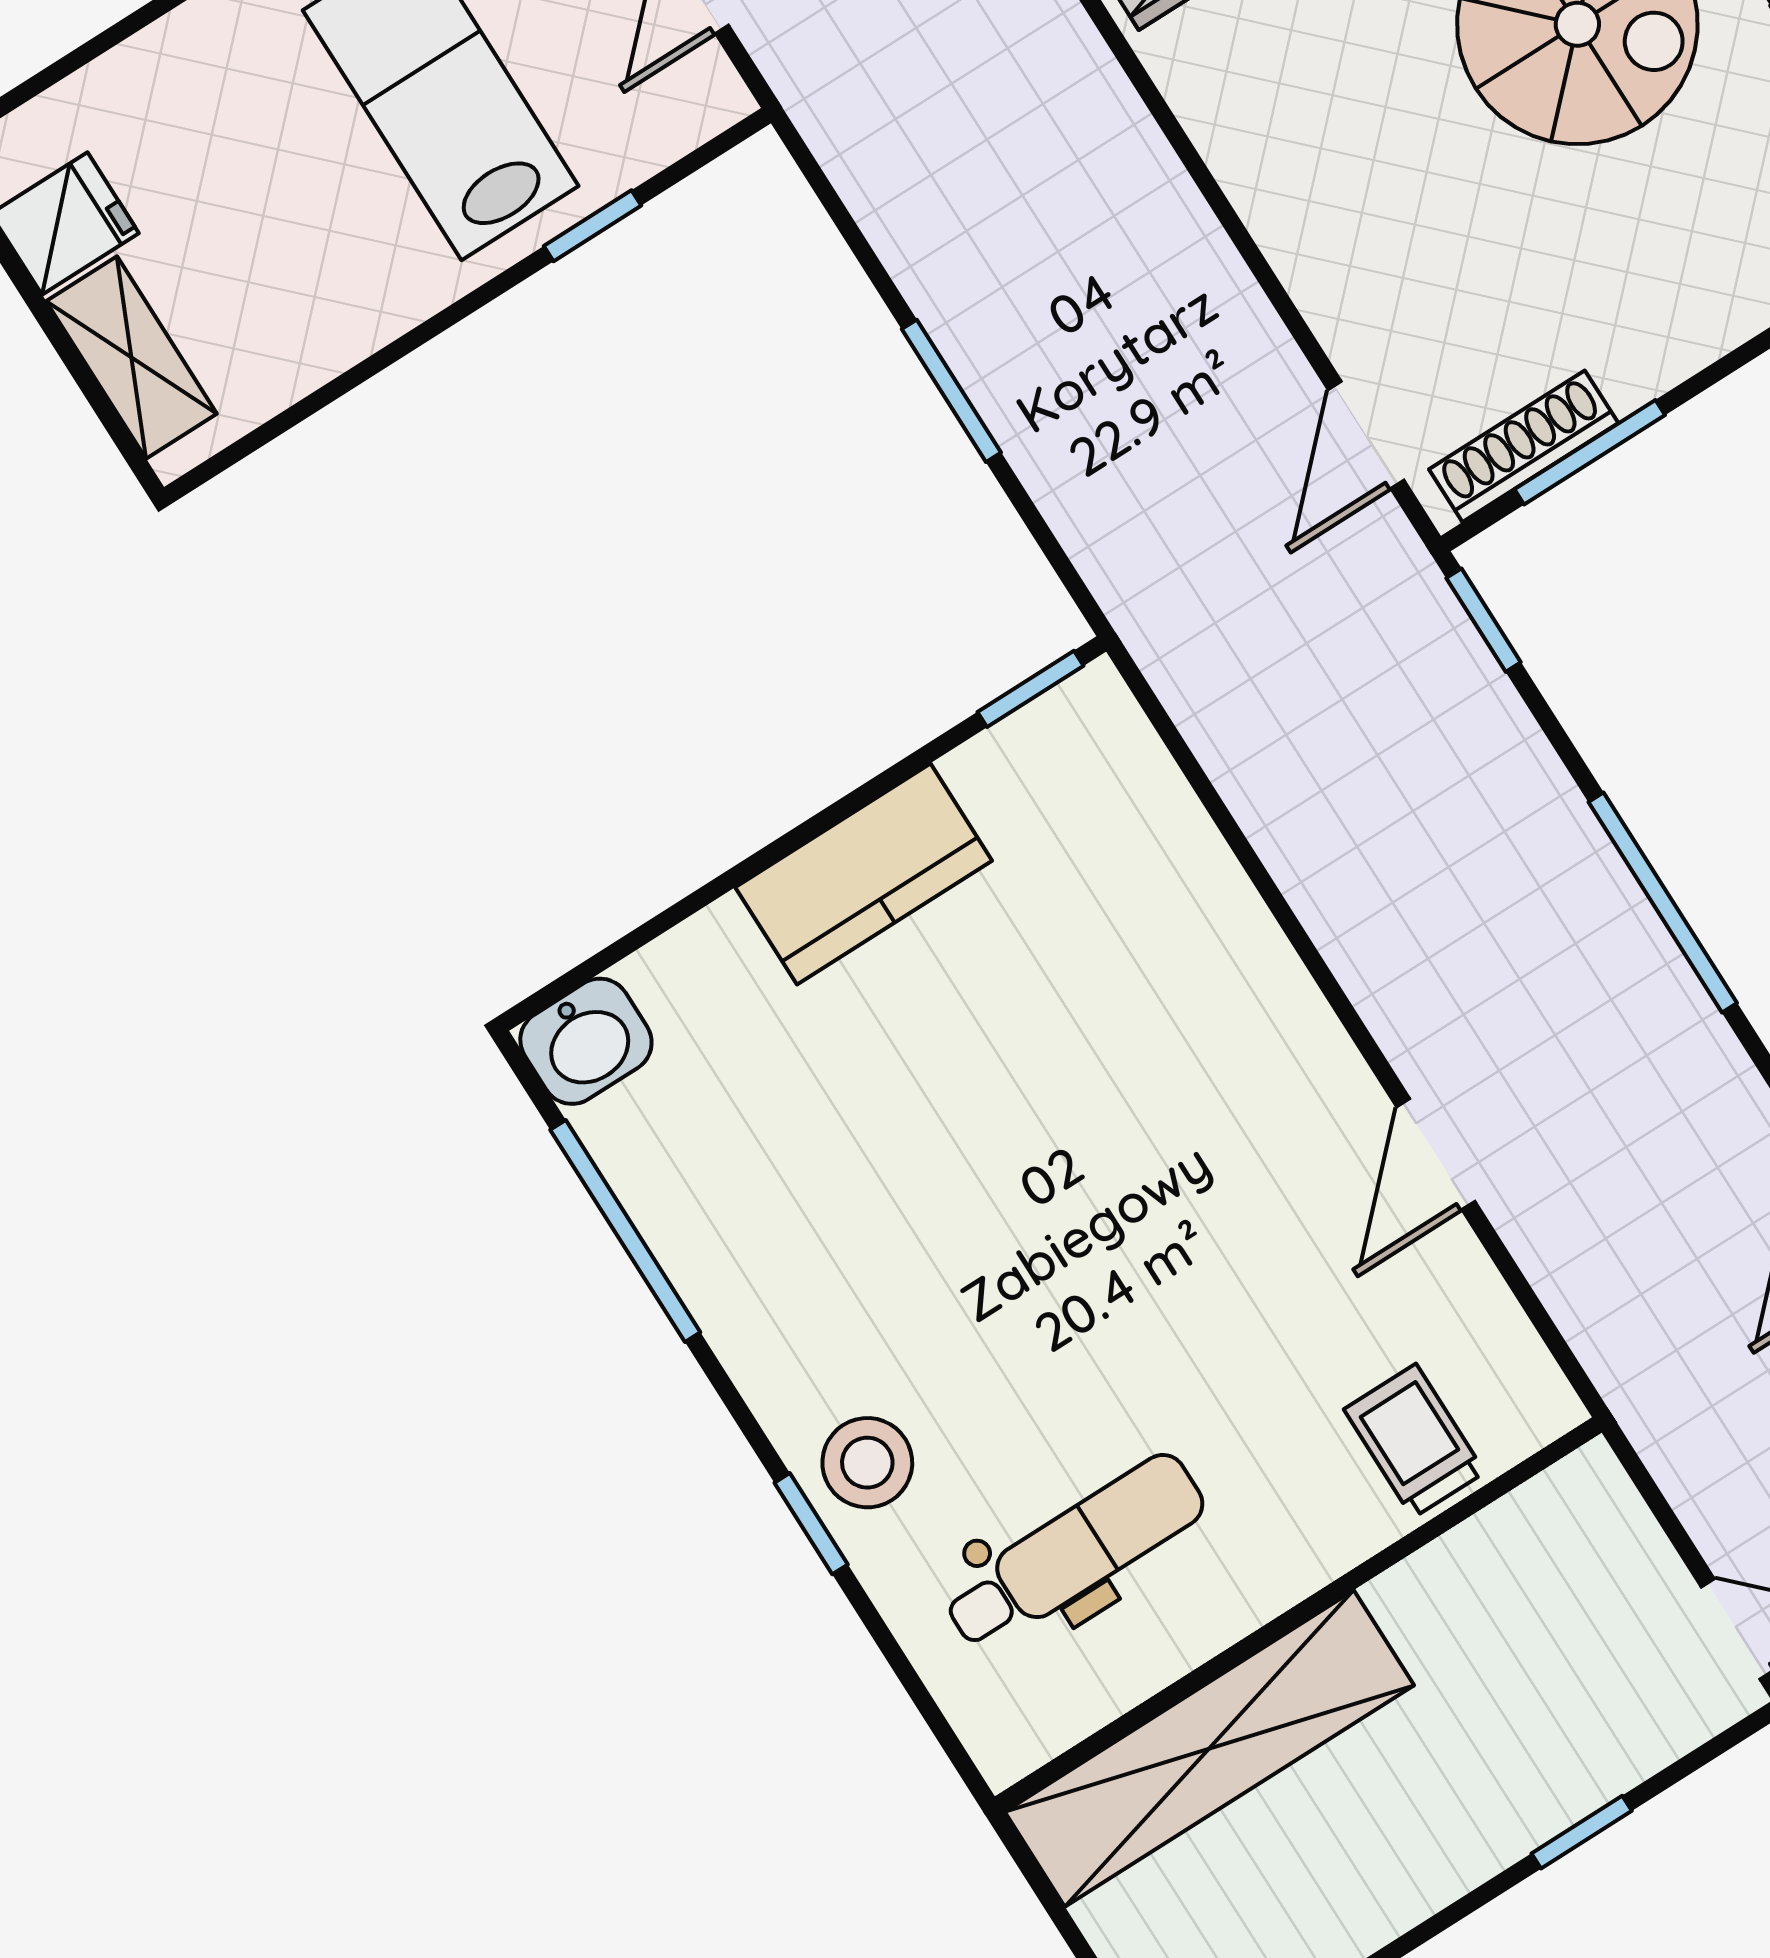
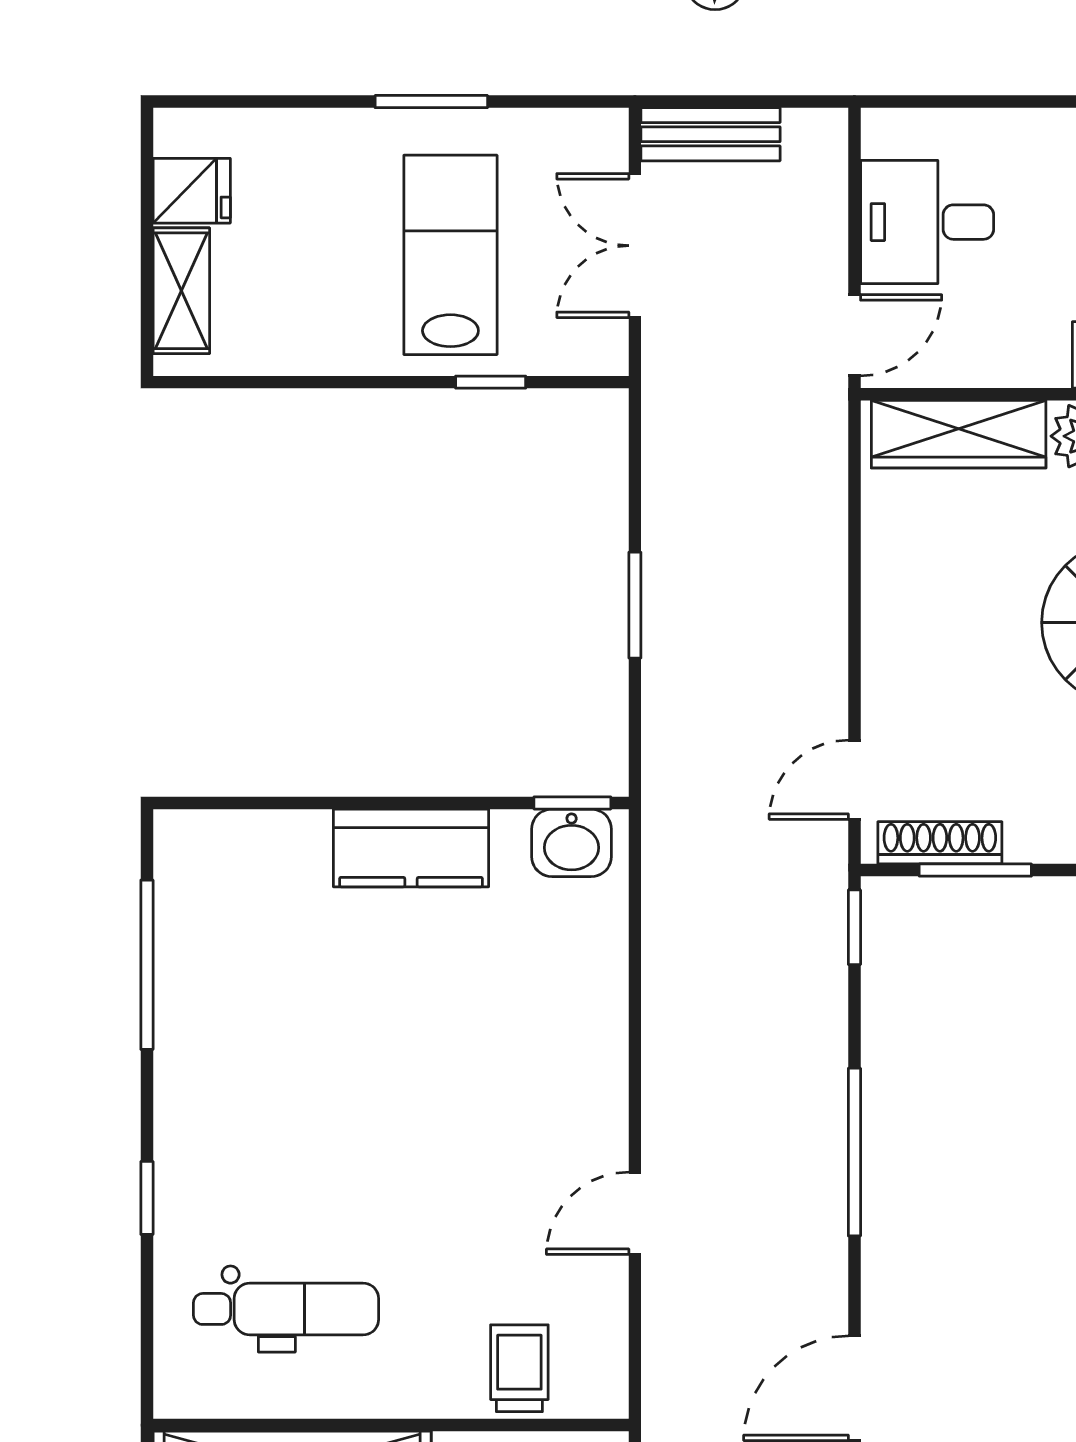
washbasin: (586, 1041) -> (572, 843), moved
stool: (867, 1463) -> (201, 1184), removed

